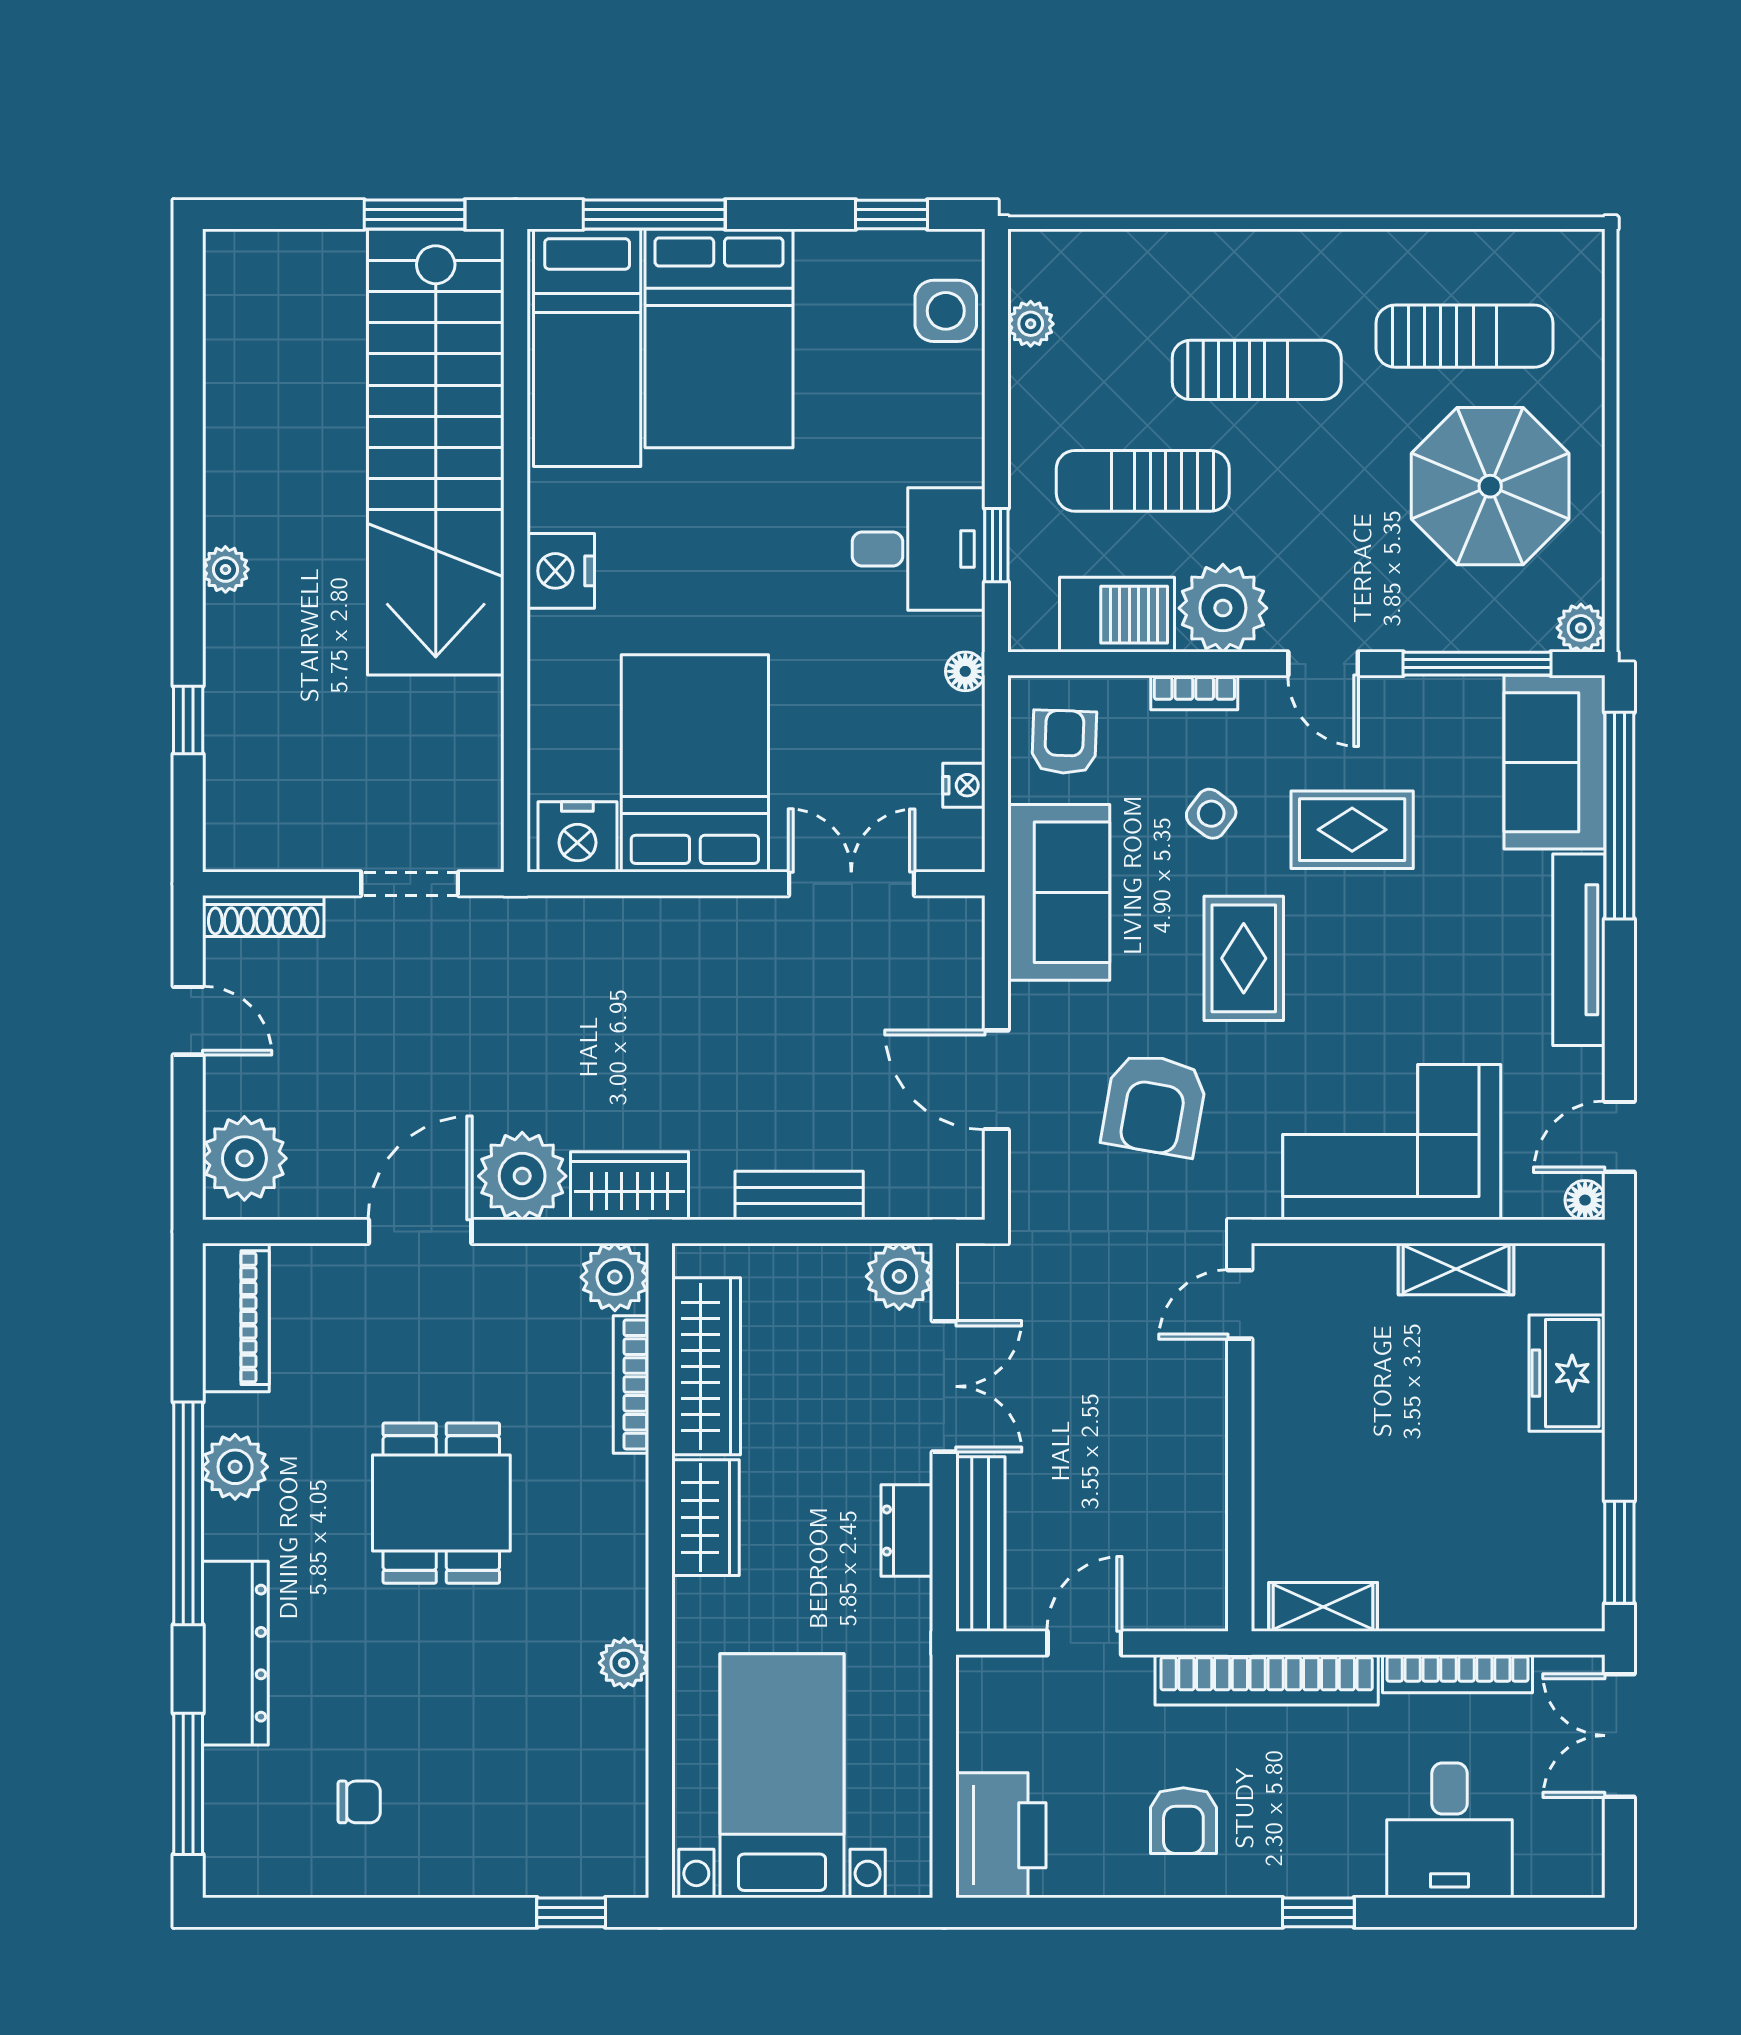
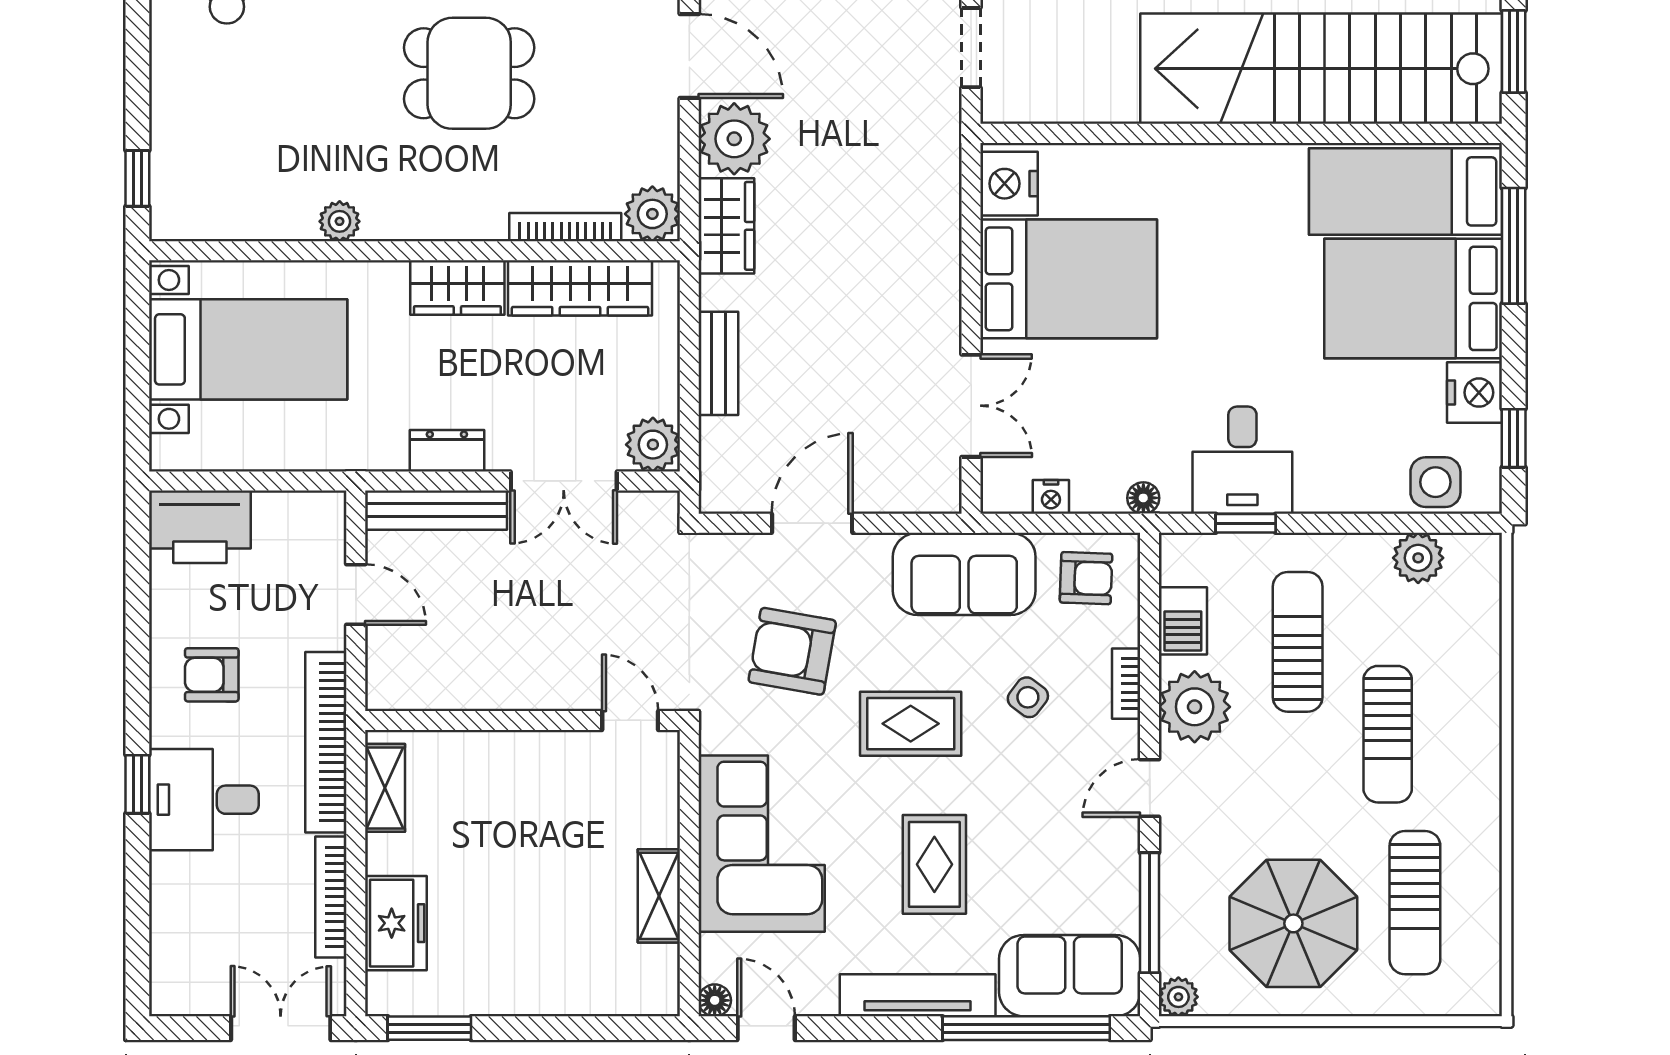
plant: (1031, 324) -> (1418, 558), width x1.38, depth x1.38
nightstand: (561, 571) -> (1475, 393), moved, turned 90
barbecue: (1117, 615) -> (1183, 621), width x0.73, depth x0.79
rug: (1352, 830) -> (934, 864), moved
freezer: (1567, 1373) -> (396, 923), moved, turned 90
desk: (1450, 1830) -> (204, 800), moved

